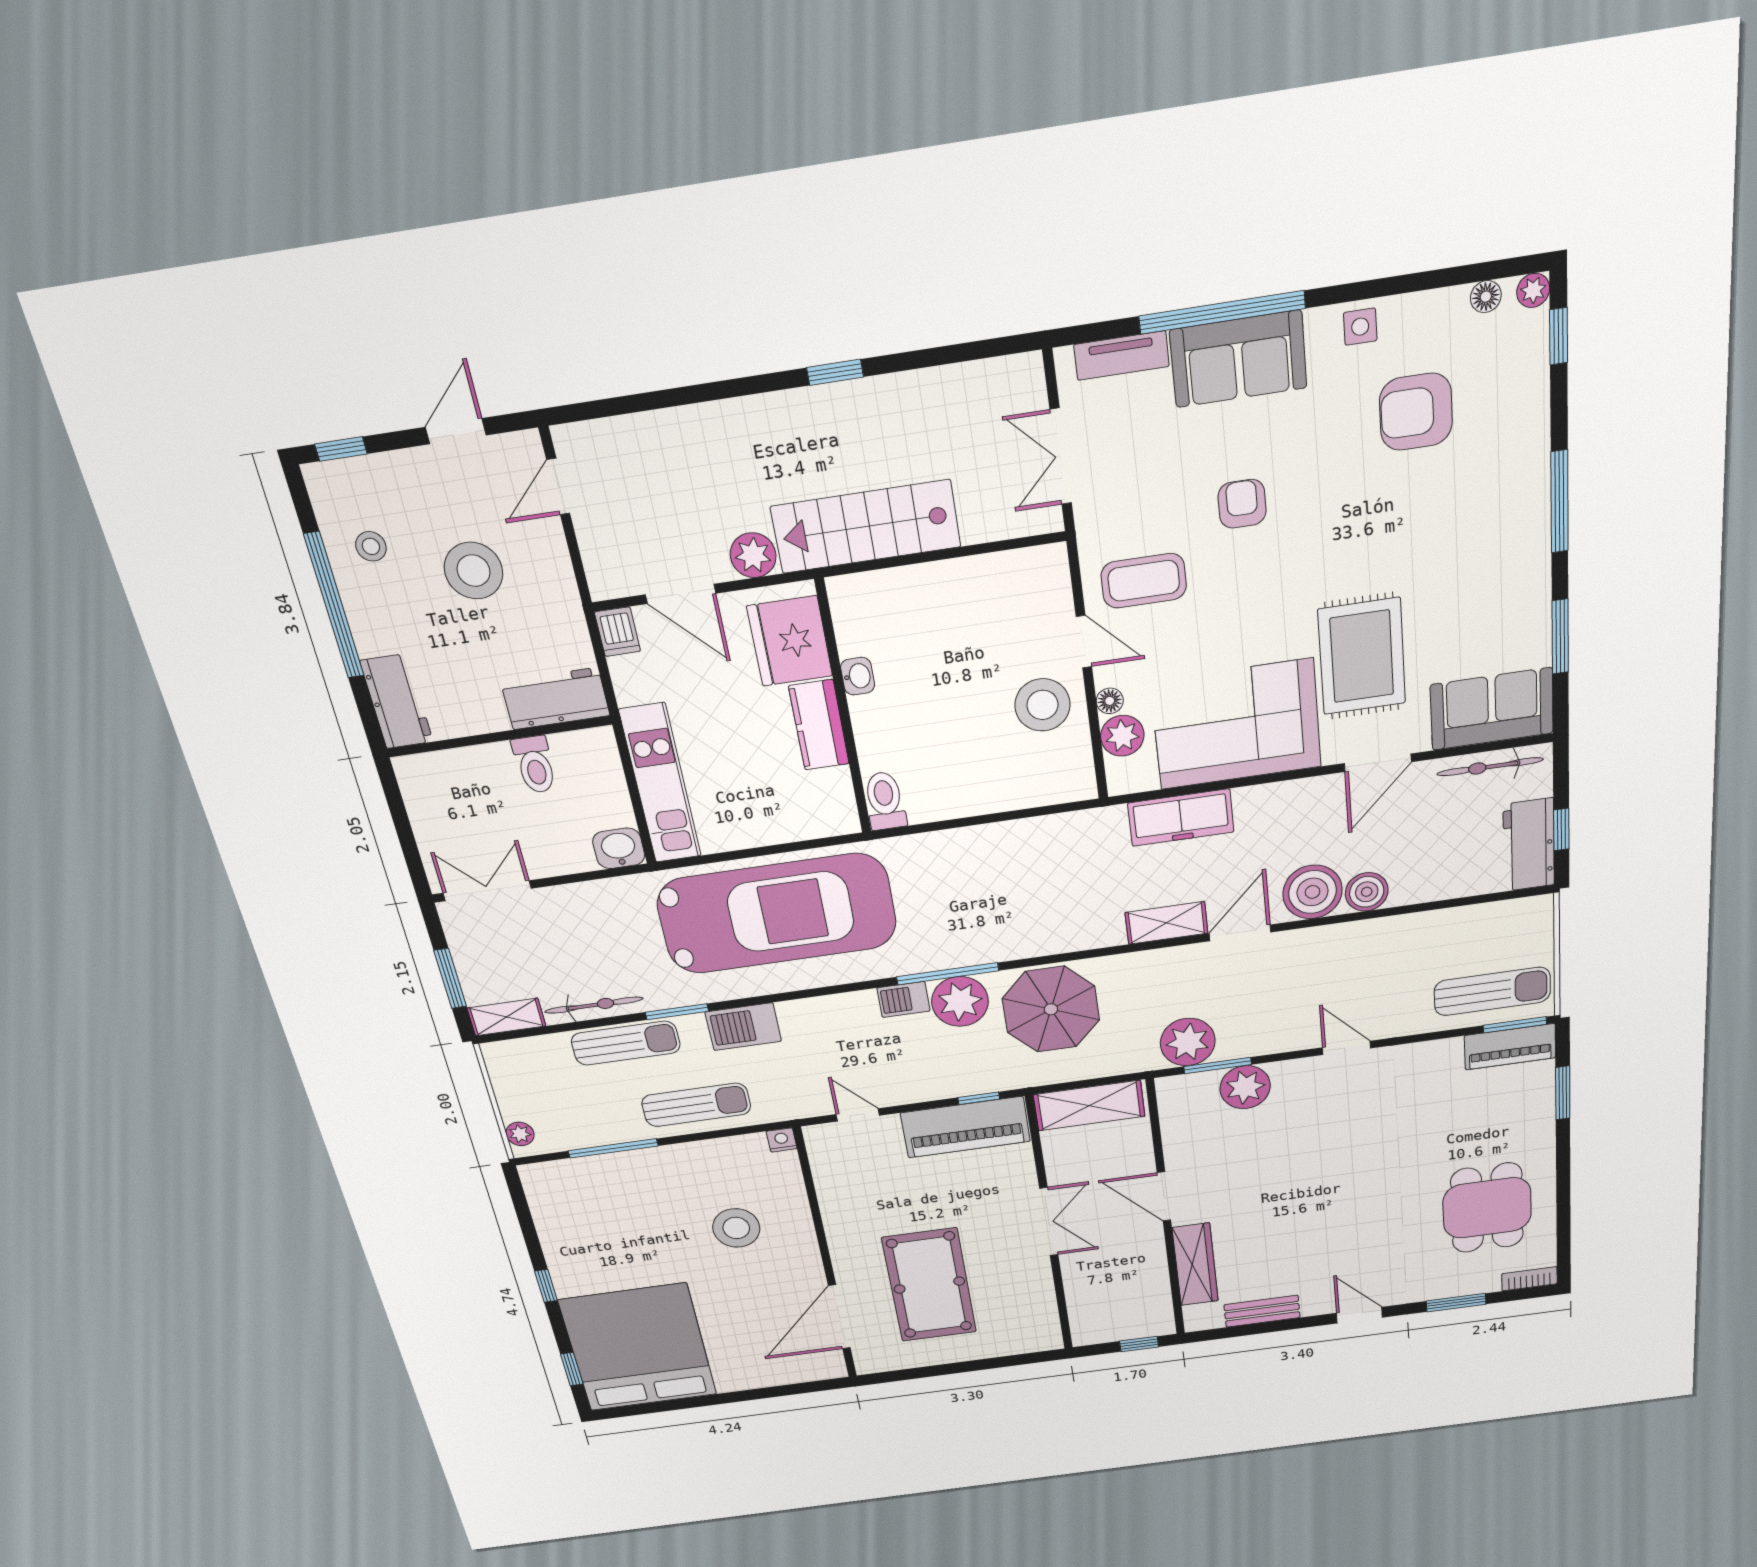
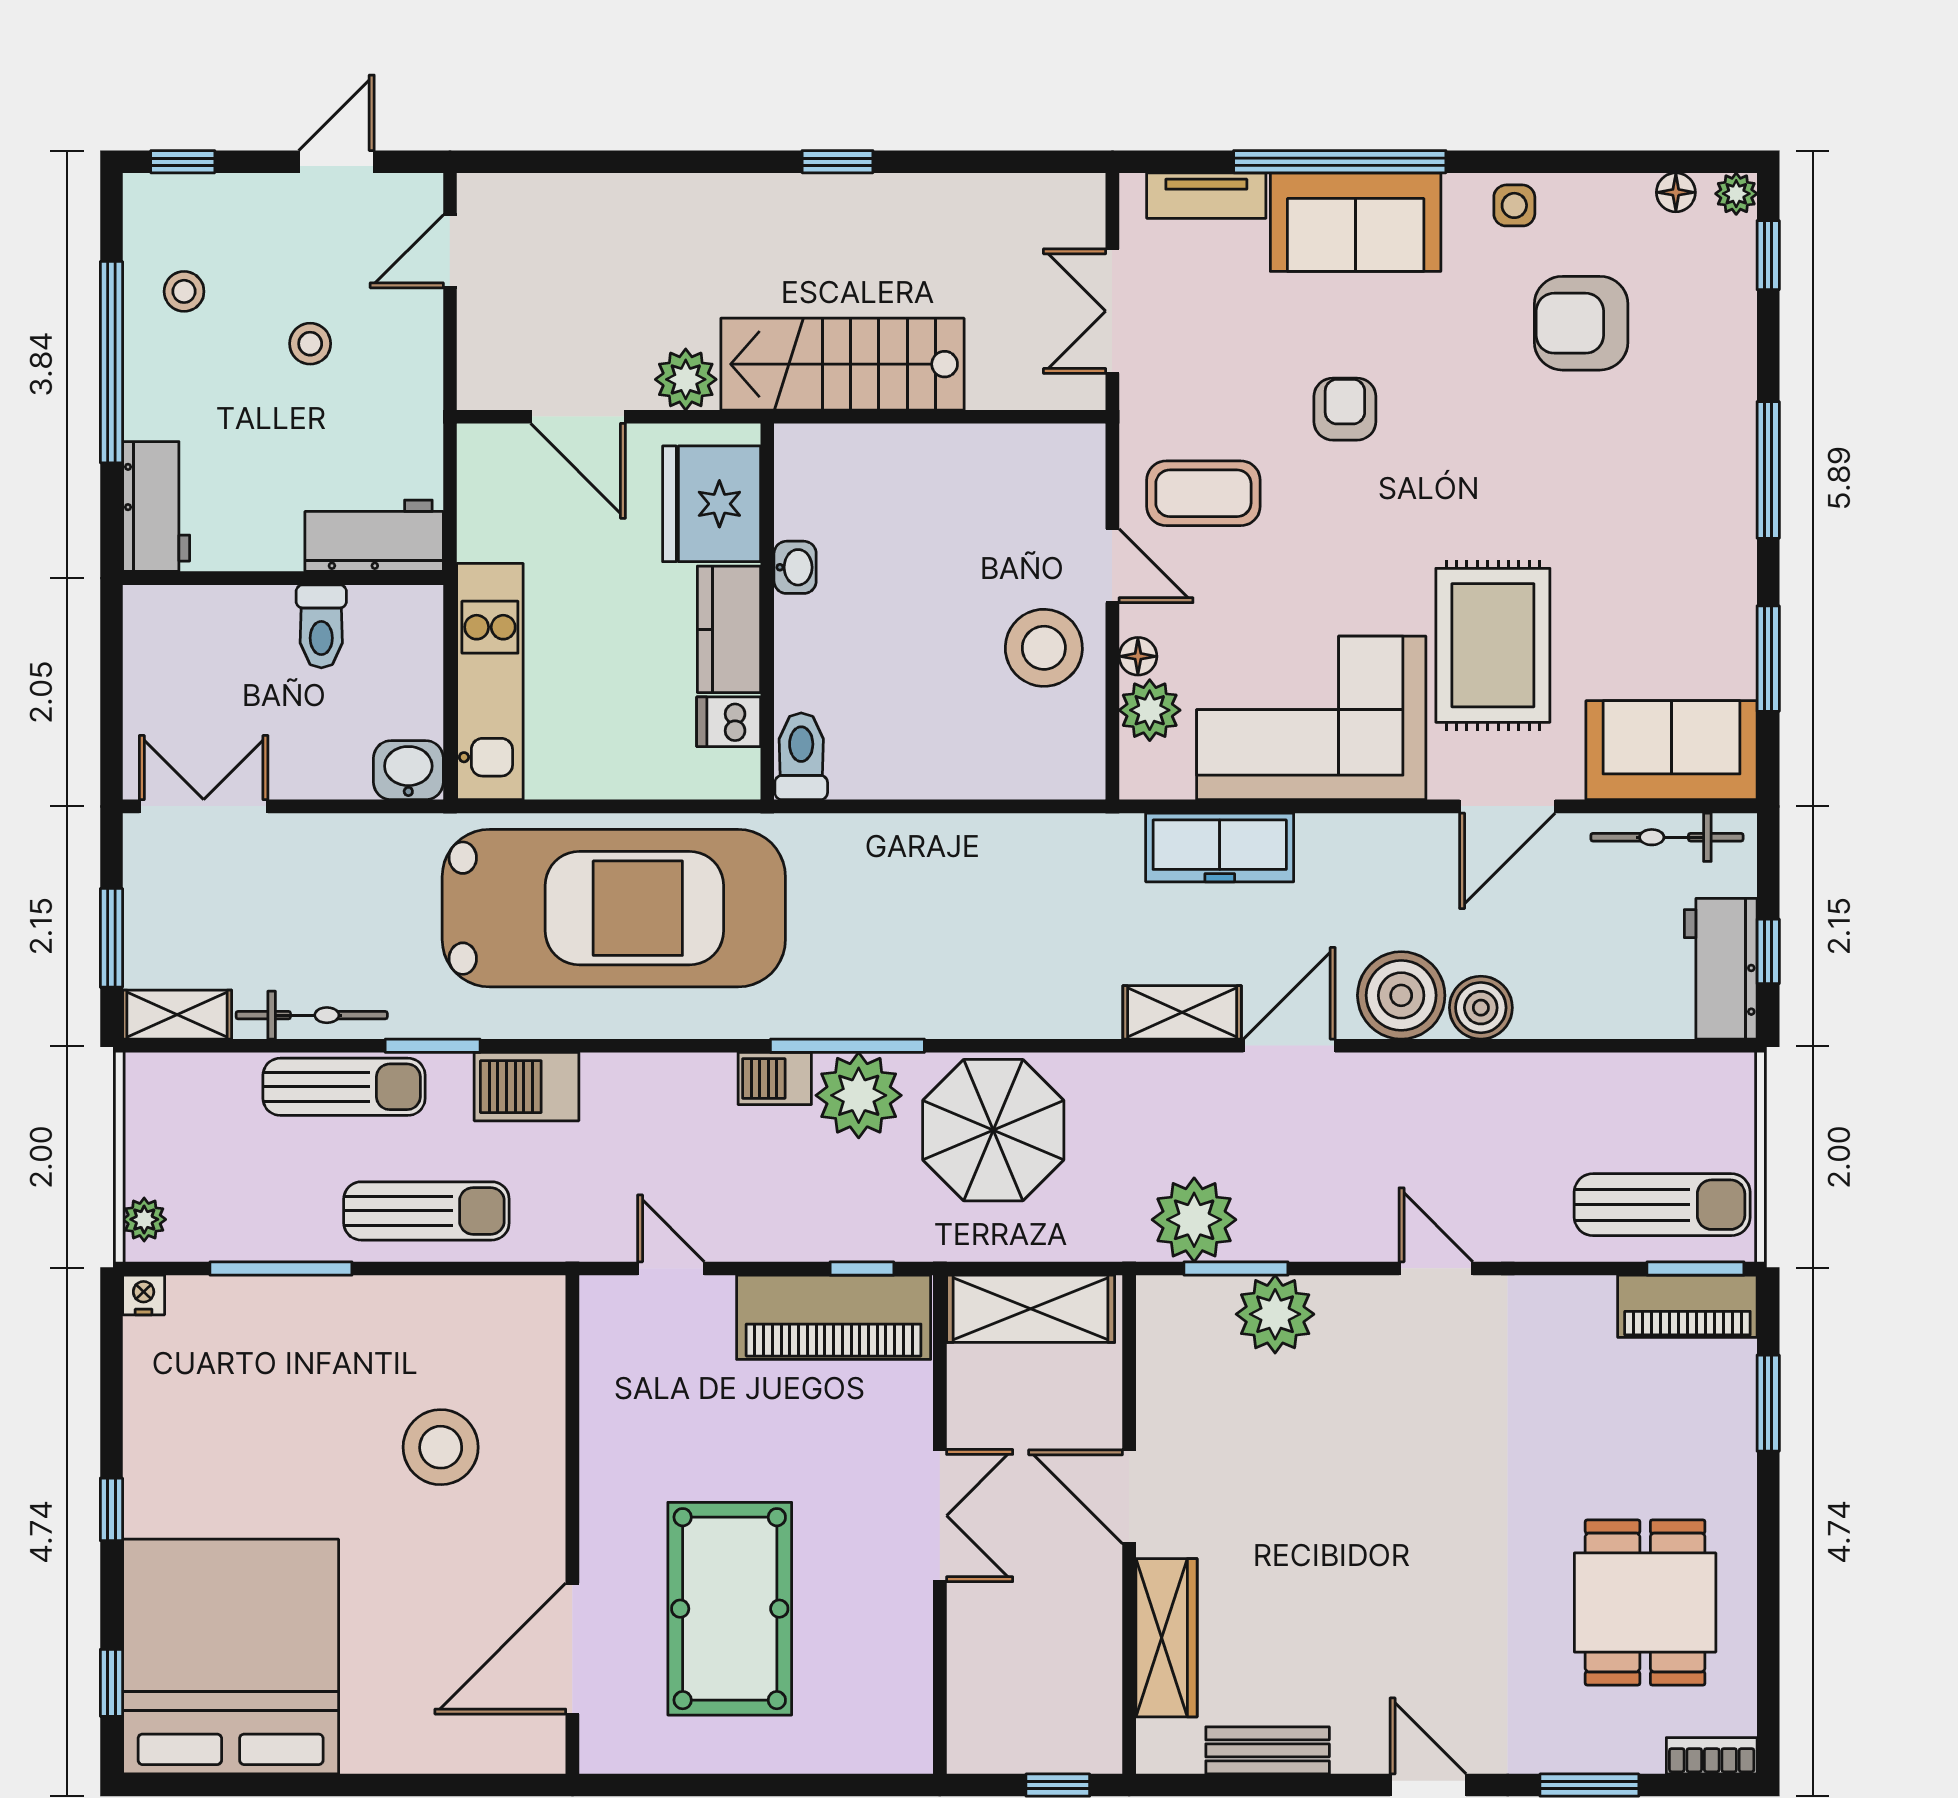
stool: (474, 571) -> (310, 344), width x0.53, depth x0.53
dishwasher: (617, 632) -> (729, 722), moved, turned 90
nightstand: (782, 1140) -> (144, 1295), moved

